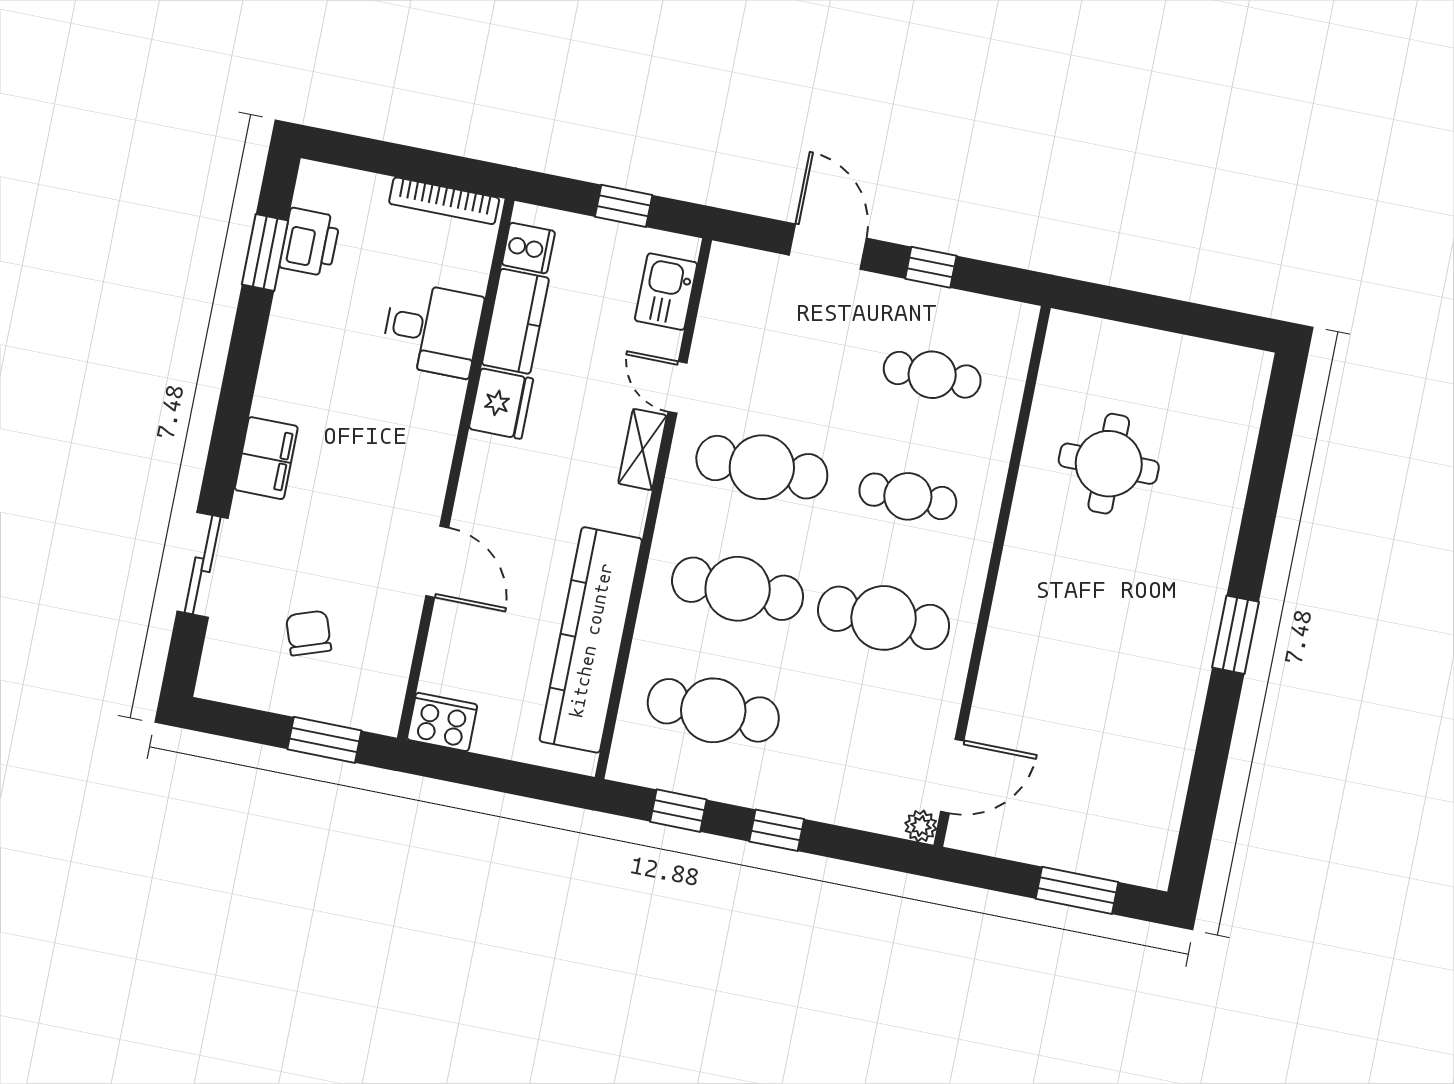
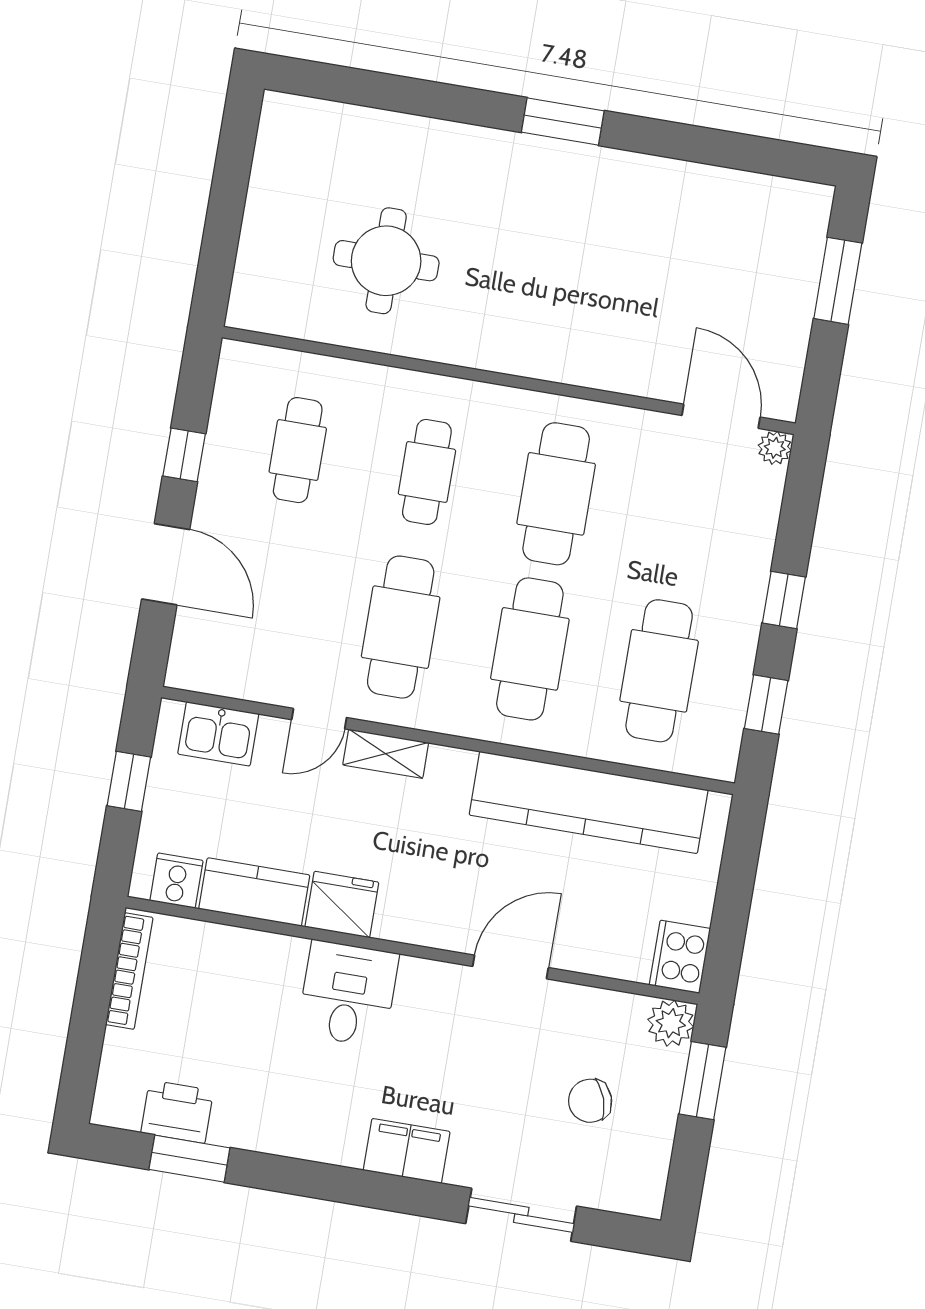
door: (828, 247) -> (166, 564), swing flipped
desk: (432, 330) -> (348, 994), moved
plant: (380, 712) -> (671, 1023), added

